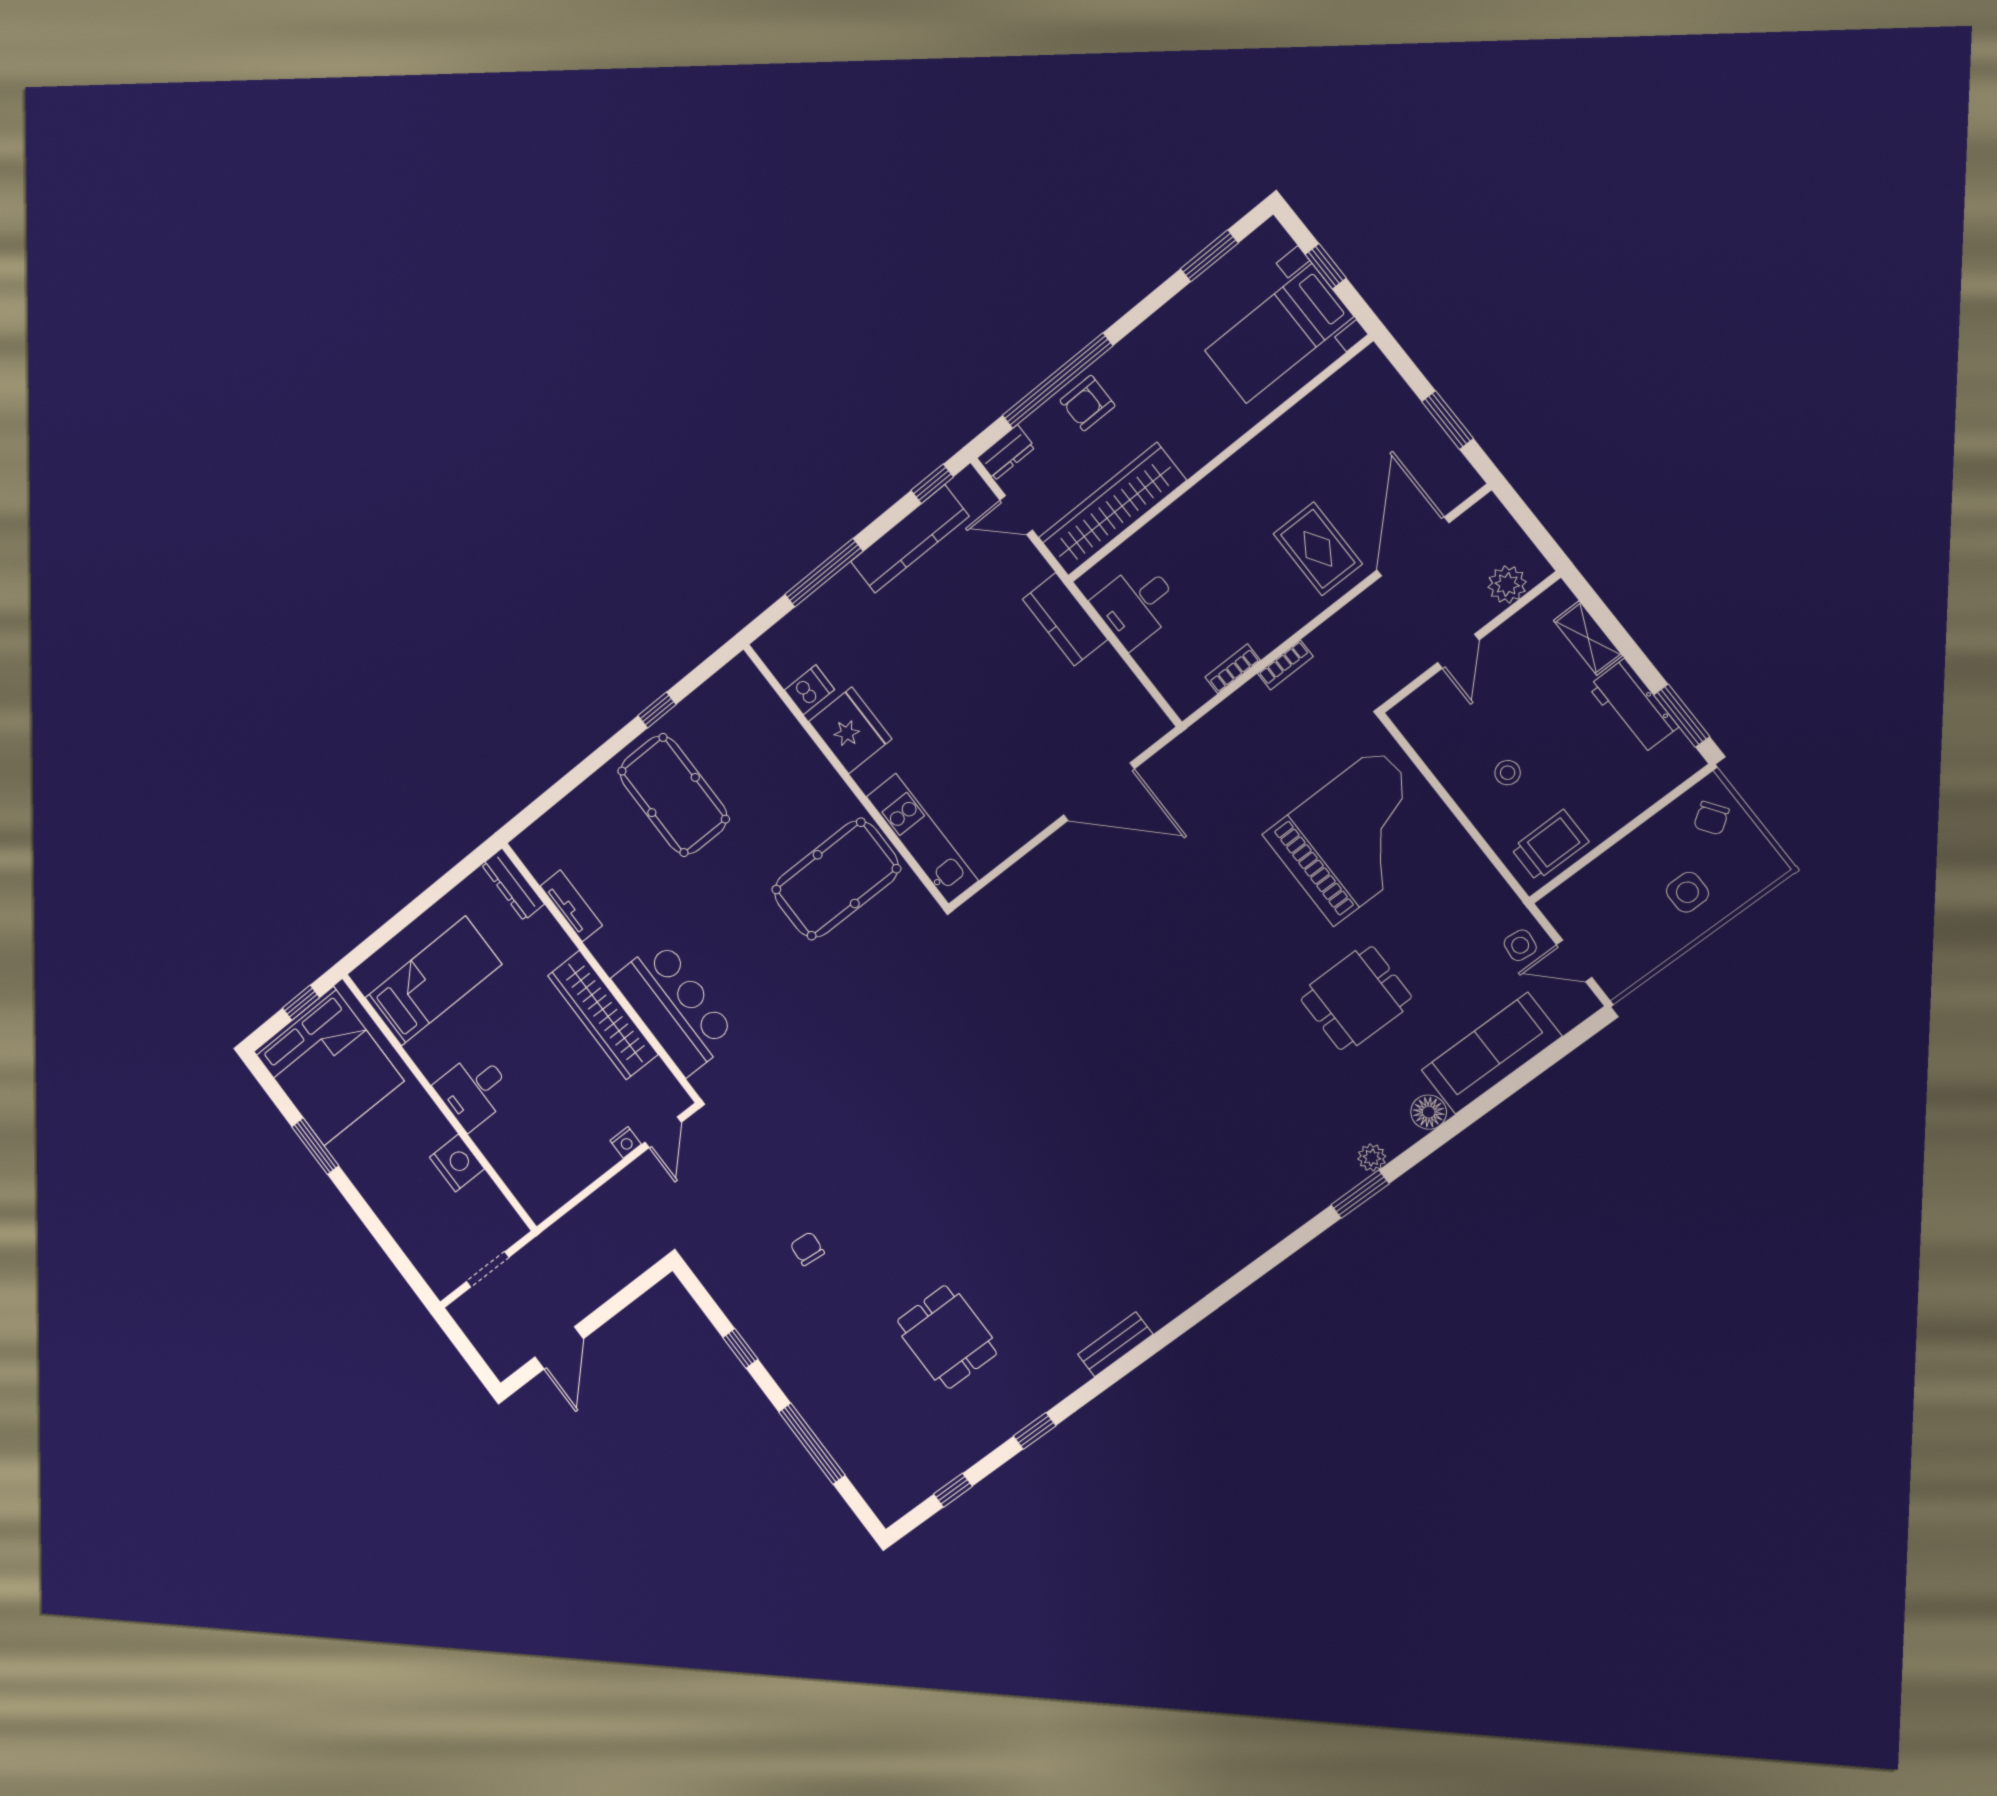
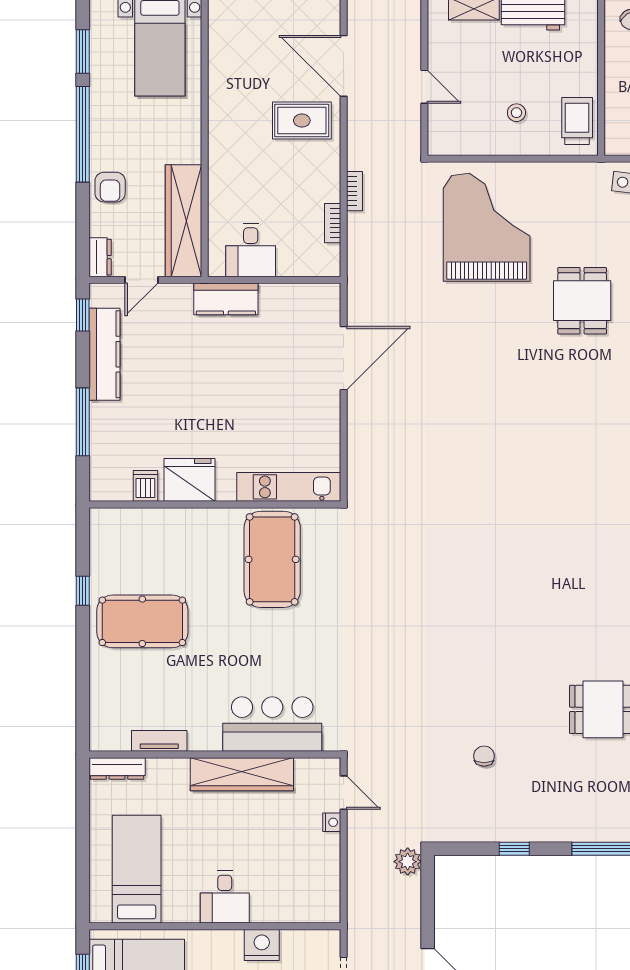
window: (1058, 381) -> (83, 134), moved
plant: (1507, 584) -> (408, 862), moved
chair: (807, 1249) -> (484, 756), turned 85

